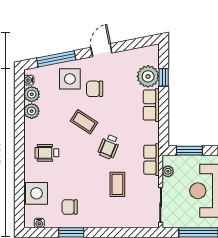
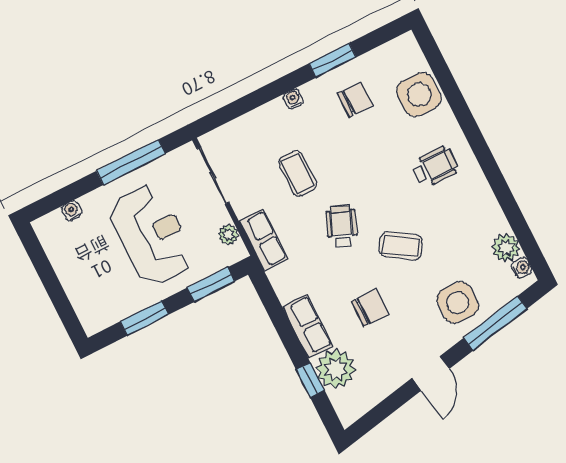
chair: (95, 89) -> (370, 308), moved
plant: (32, 111) -> (493, 221), removed
water cooler: (39, 223) -> (293, 99), moved

